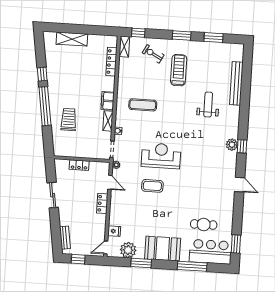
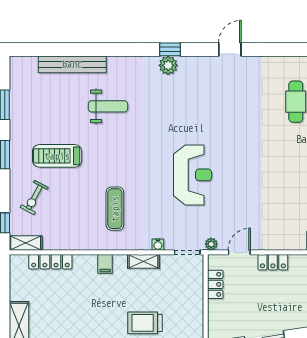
filing cabinet: (108, 101) -> (105, 264), width x0.50
weight bench: (208, 105) -> (108, 106), turned 180
reception desk: (161, 156) -> (193, 175), turned 180
locker: (79, 165) -> (215, 284), moved
coffee table: (152, 186) -> (240, 186), removed

